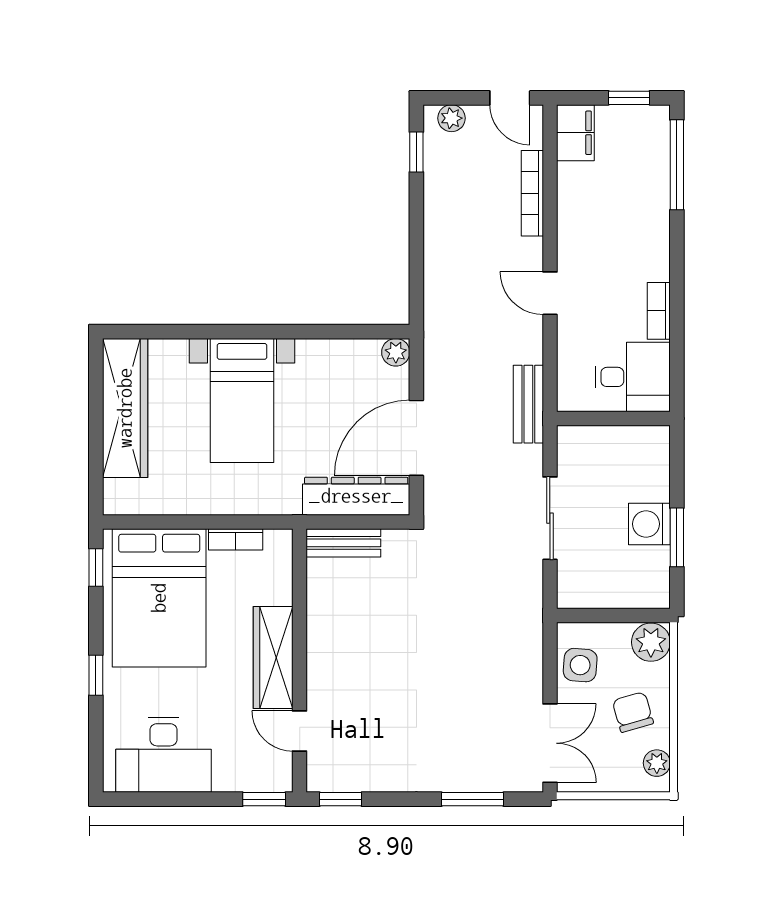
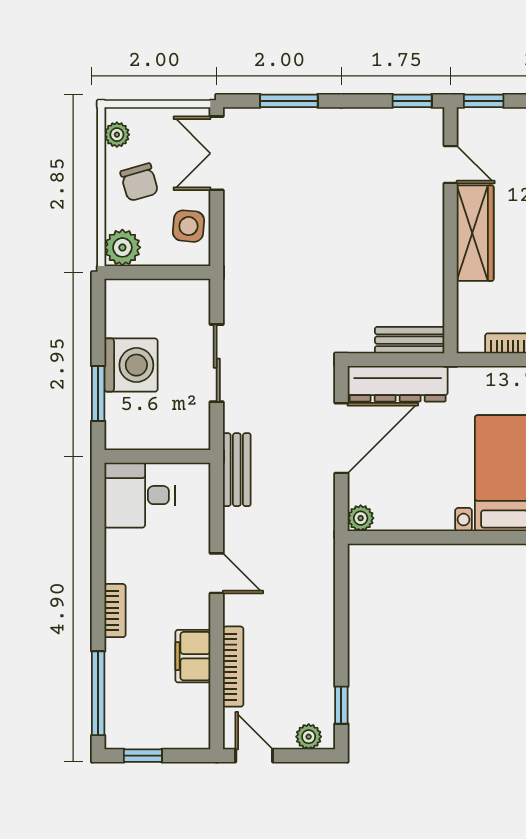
filing cabinet: (575, 133) -> (193, 656), moved
bookcase: (659, 311) -> (115, 611), moved
washing machine: (649, 524) -> (131, 365), width x1.37, depth x1.37
window: (677, 537) -> (98, 394), moved

